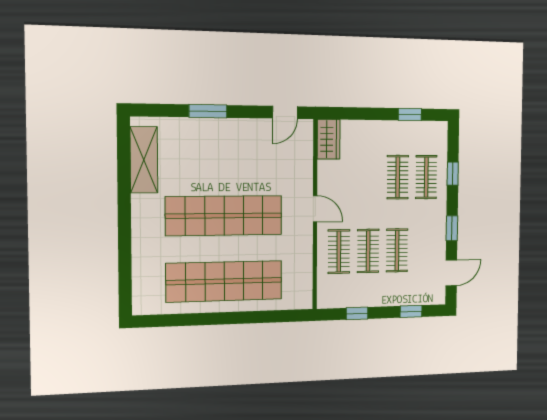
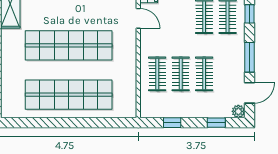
door: (315, 209) -> (138, 18), moved
window: (452, 228) -> (250, 57), width x1.50
plant: (438, 296) -> (238, 111), added

